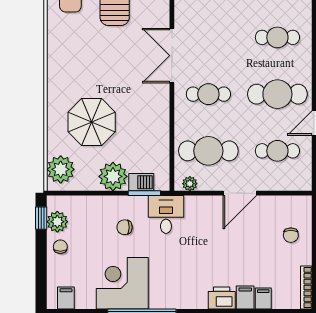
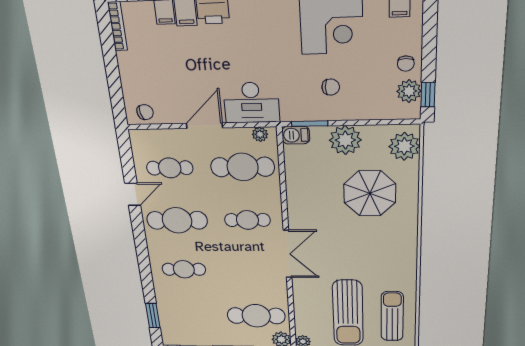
barbecue: (141, 182) -> (296, 135), moved
desk: (166, 214) -> (251, 103), moved, width x1.37
chair: (291, 235) -> (145, 112), moved, turned 78

